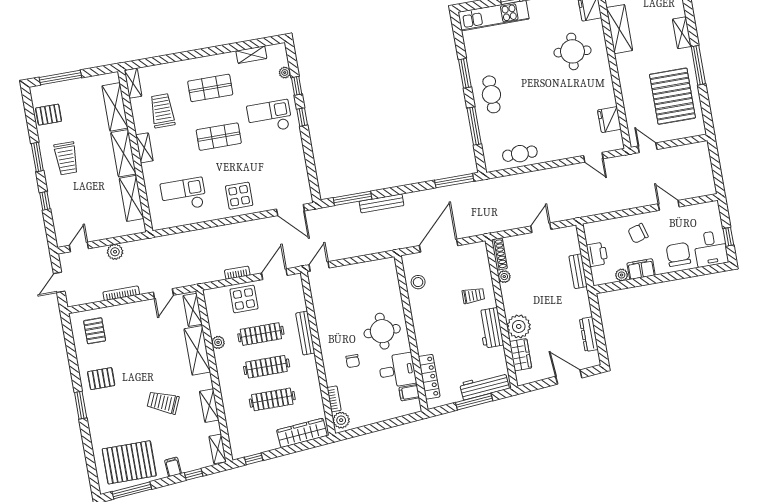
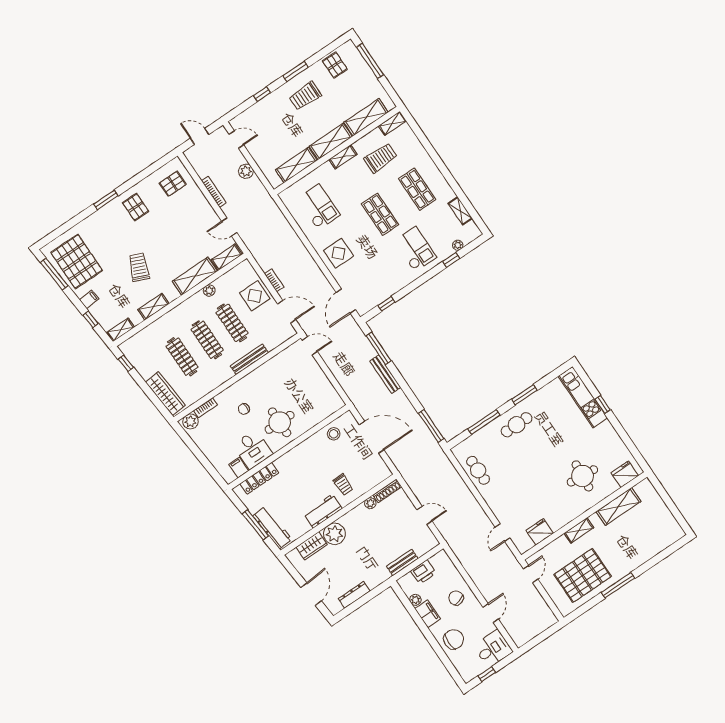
shelving: (682, 33) -> (579, 530), moved
window: (302, 117) -> (386, 304), moved
desk: (711, 249) -> (493, 649), moved, turned 180

